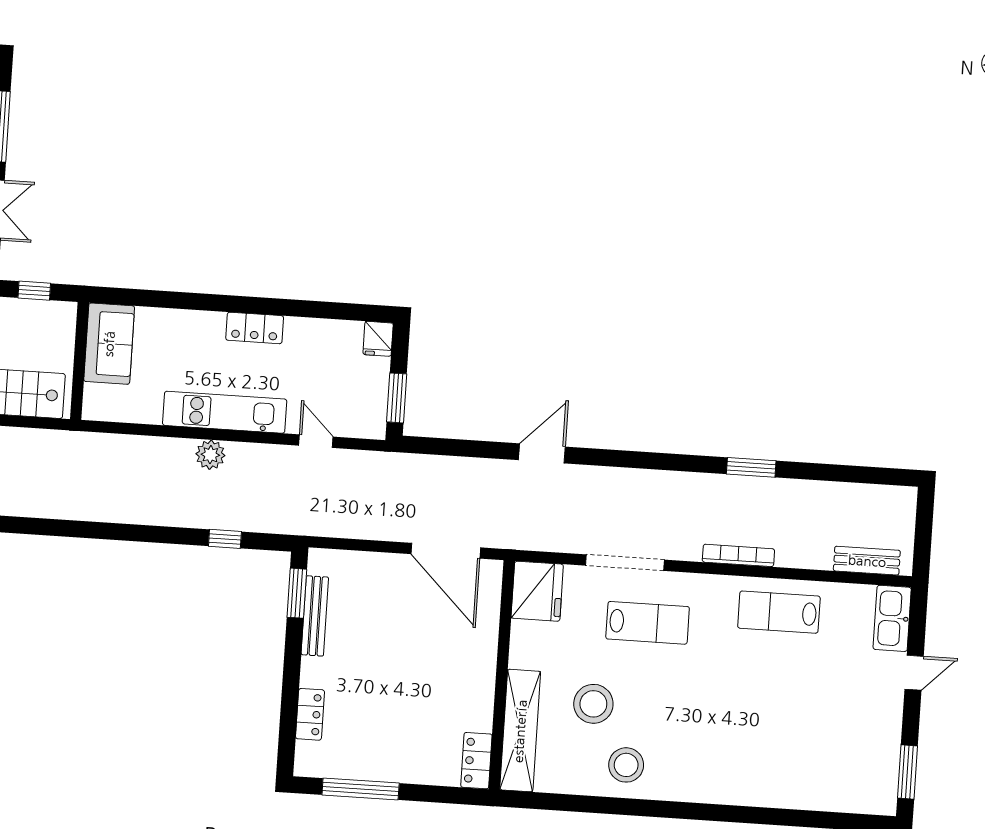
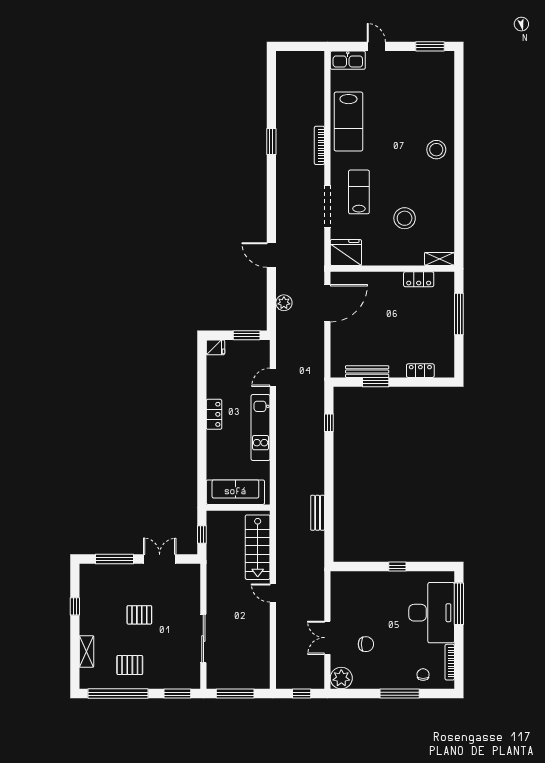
sofa: (109, 344) -> (235, 492), width x1.36
plant: (210, 455) -> (284, 303), moved
bench: (867, 561) -> (318, 513), moved
window: (297, 593) -> (376, 382), moved
lab bench: (779, 612) -> (348, 121), width x1.36, depth x1.39
shelving: (520, 731) -> (439, 259), width x0.45, depth x0.75
locker: (476, 761) -> (419, 279), moved
stool: (626, 765) -> (436, 150), moved
window: (361, 789) -> (459, 314), moved

